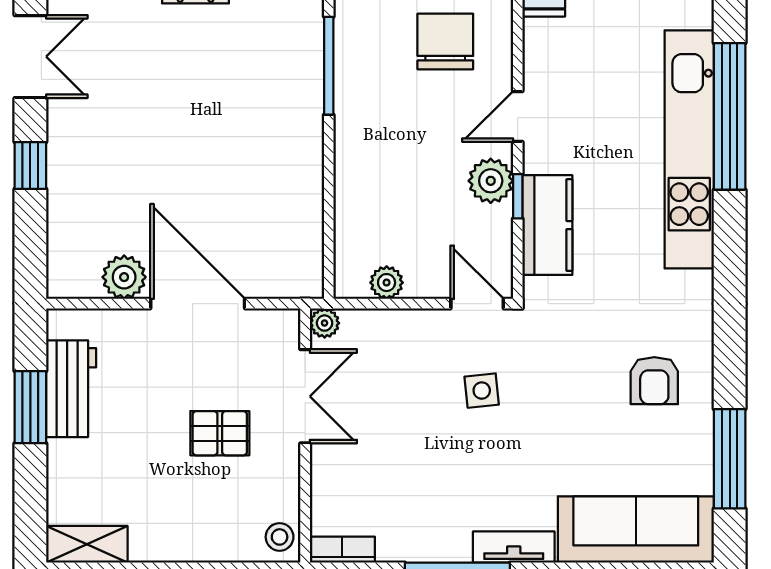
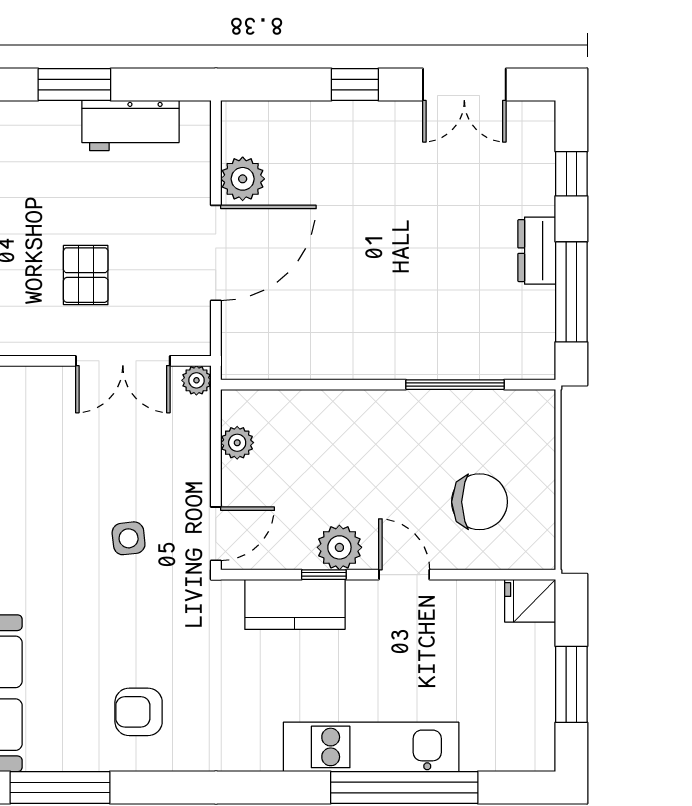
kitchen unit: (689, 149) -> (371, 747), width x0.73
window: (30, 407) -> (74, 85), moved

